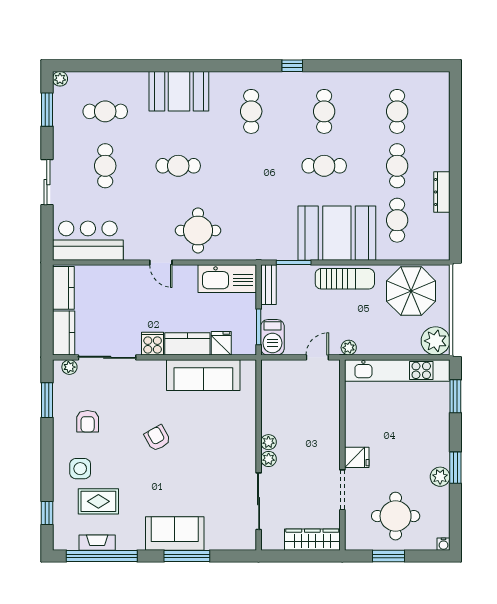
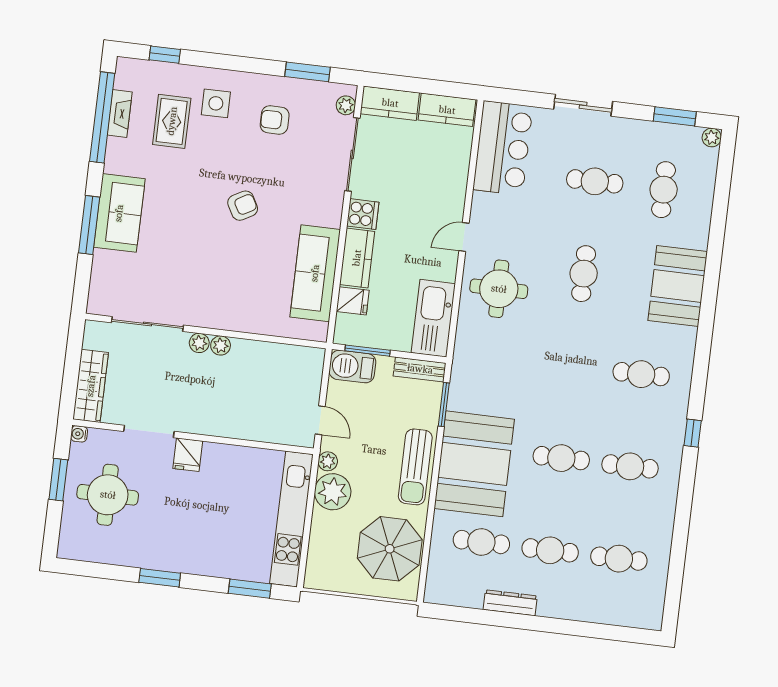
cafe table: (324, 166) -> (561, 458), turned 90
plant: (436, 341) -> (333, 492), moved
plant: (440, 477) -> (151, 557), removed
water cooler: (444, 544) -> (79, 434), moved

